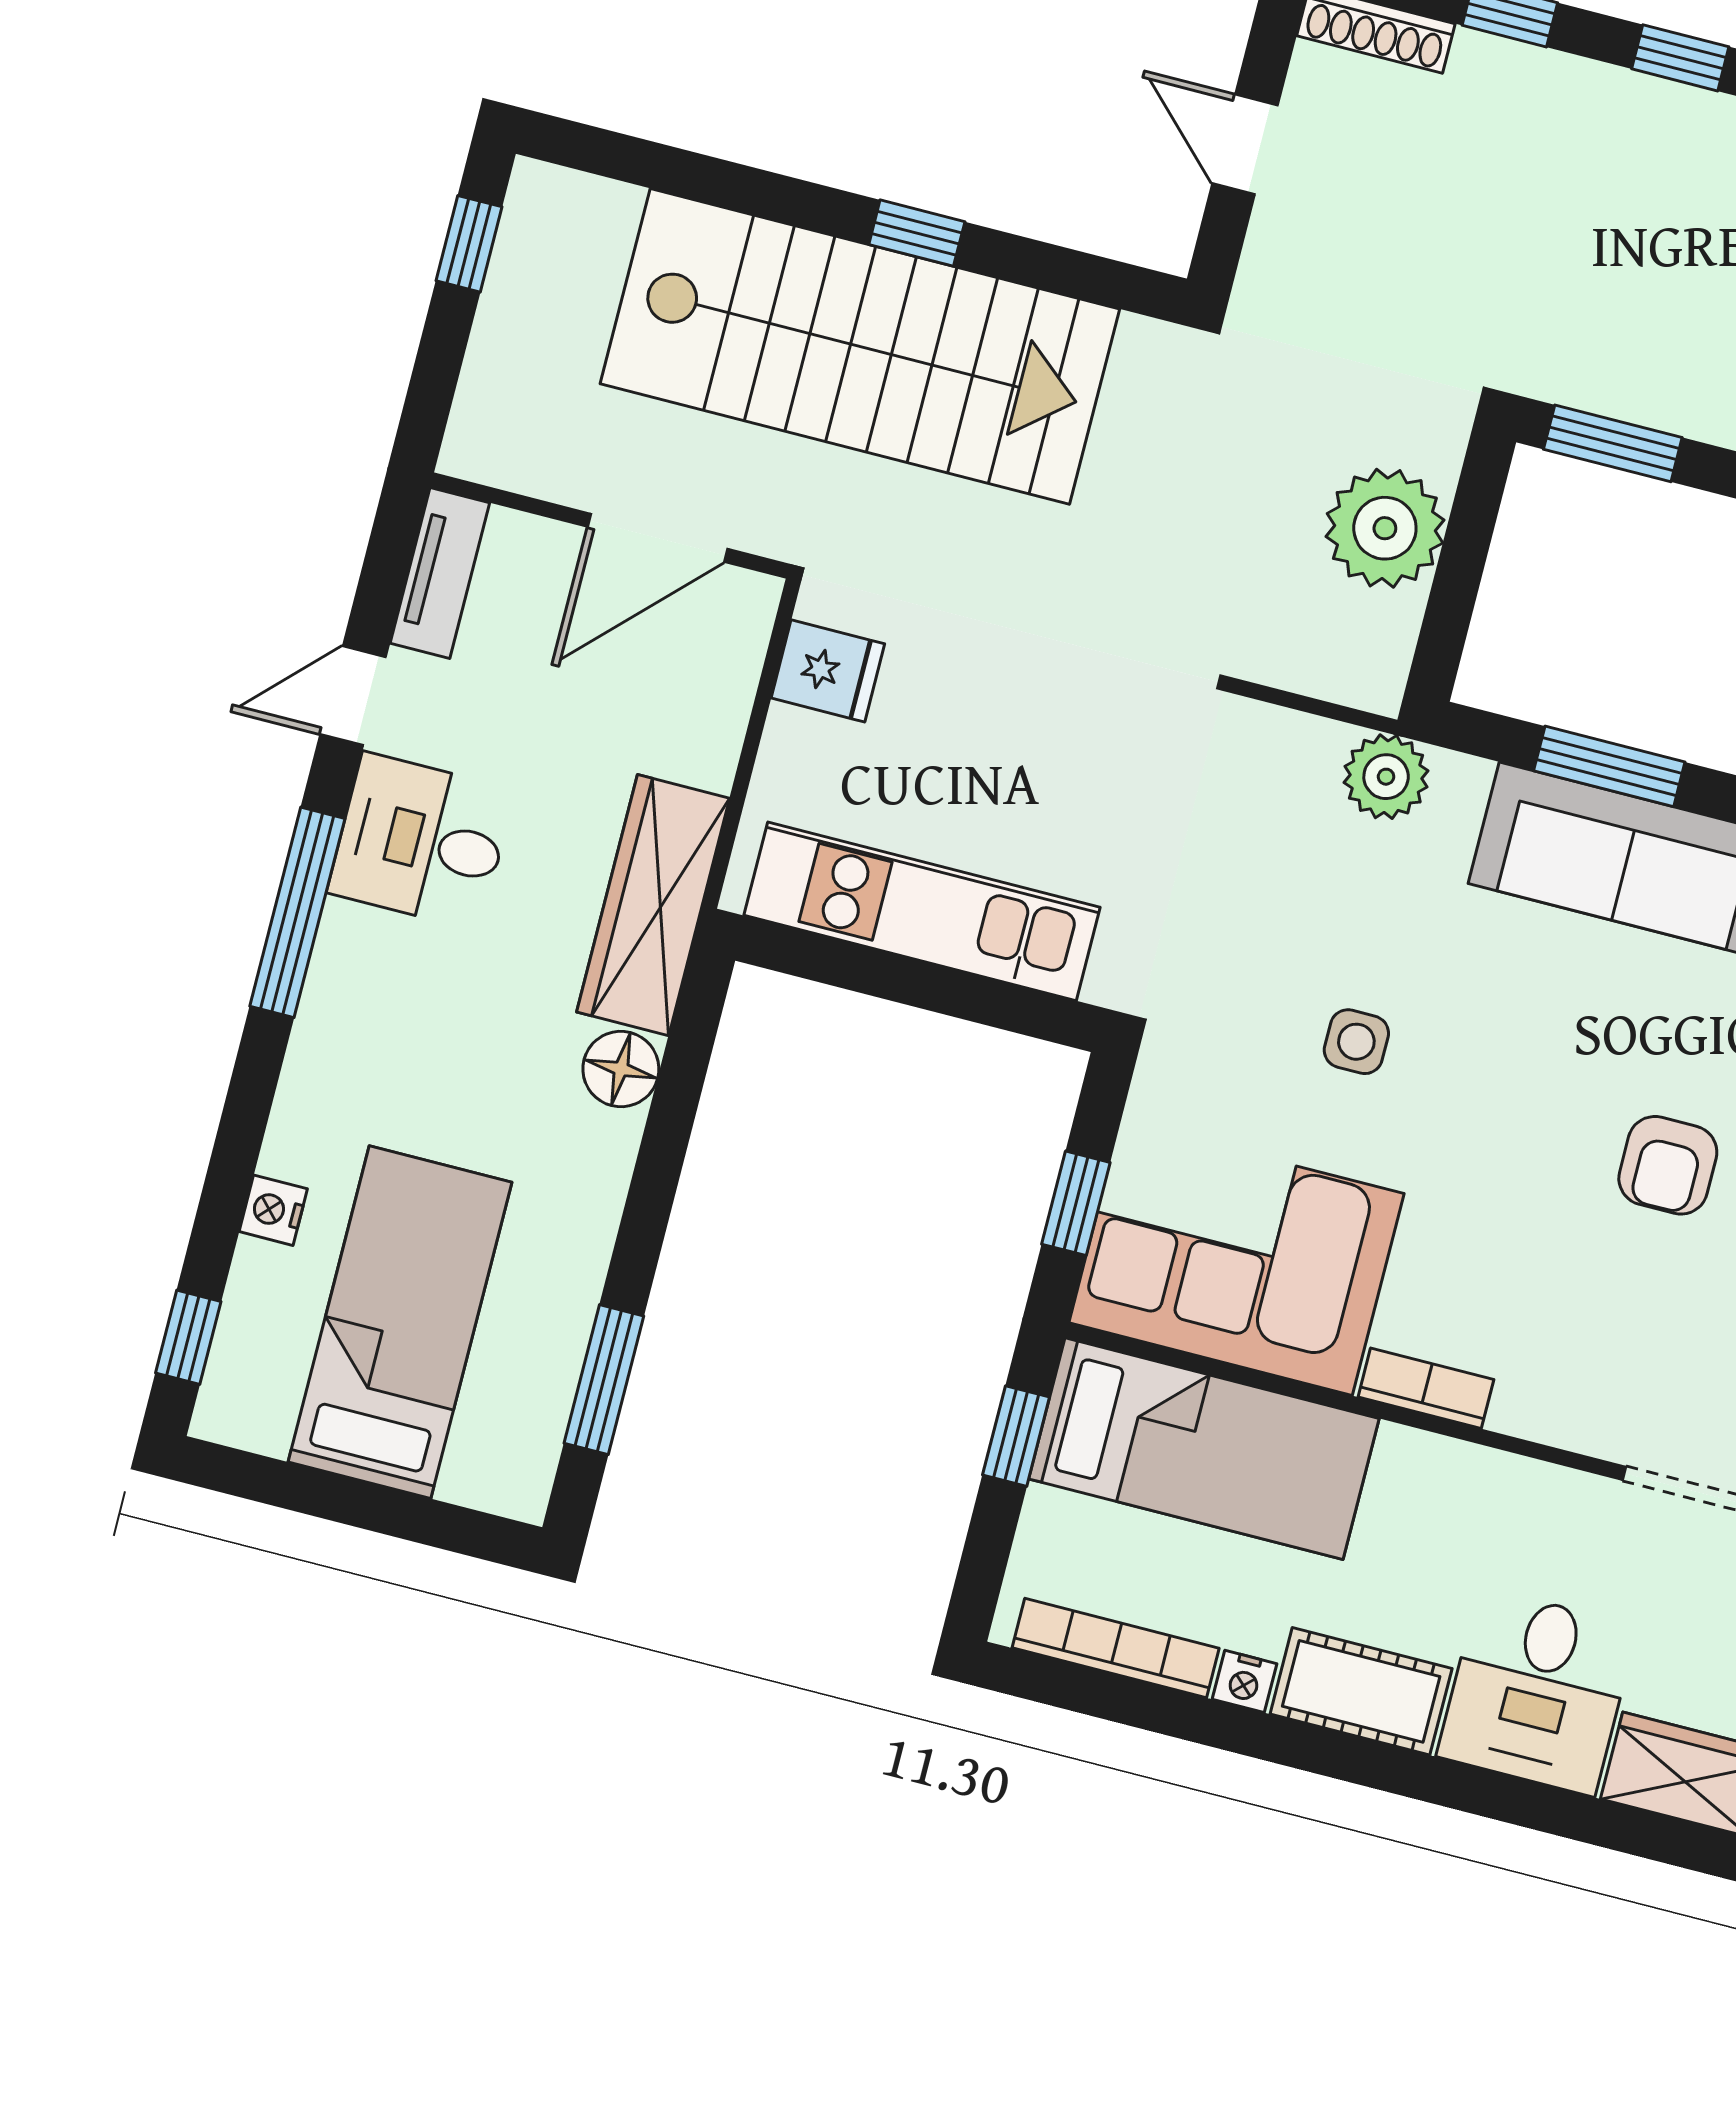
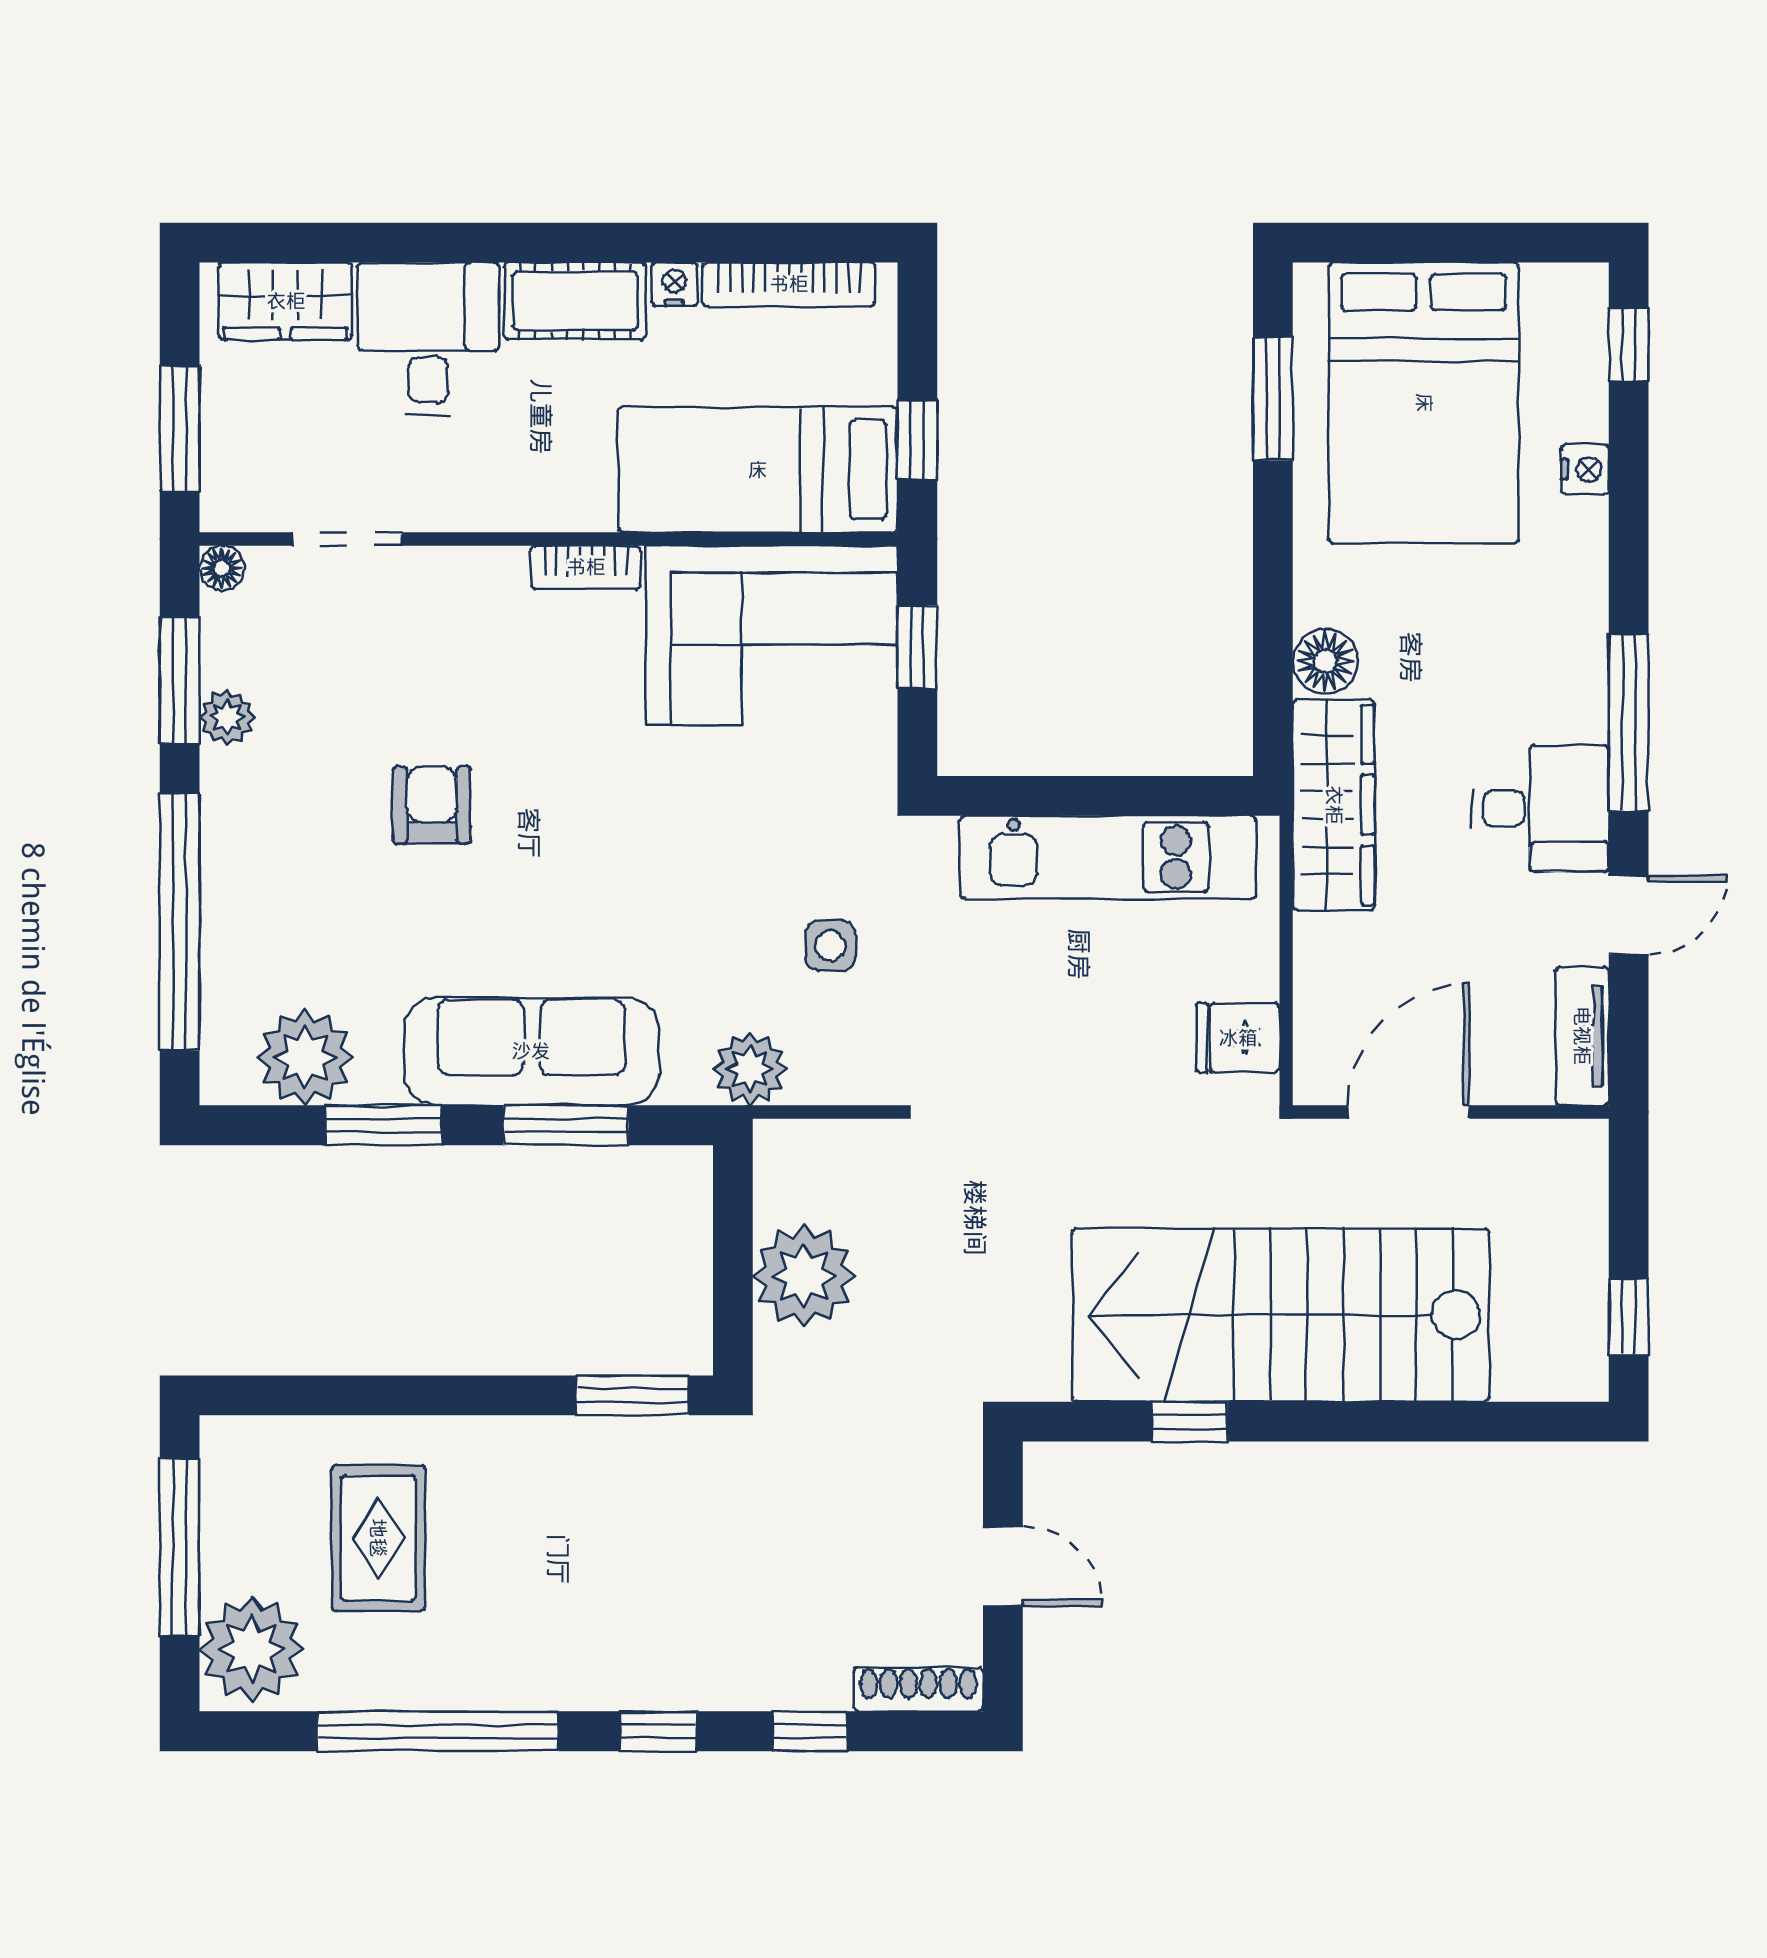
window: (917, 233) -> (1189, 1422), moved
side table: (1356, 1042) -> (830, 946), moved
bed: (400, 1322) -> (1424, 403), width x1.50

